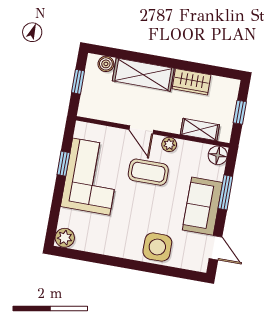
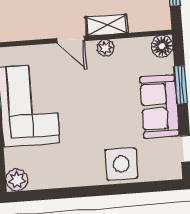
shelving: (200, 130) -> (106, 25), moved
coffee table: (148, 172) -> (90, 84), removed

